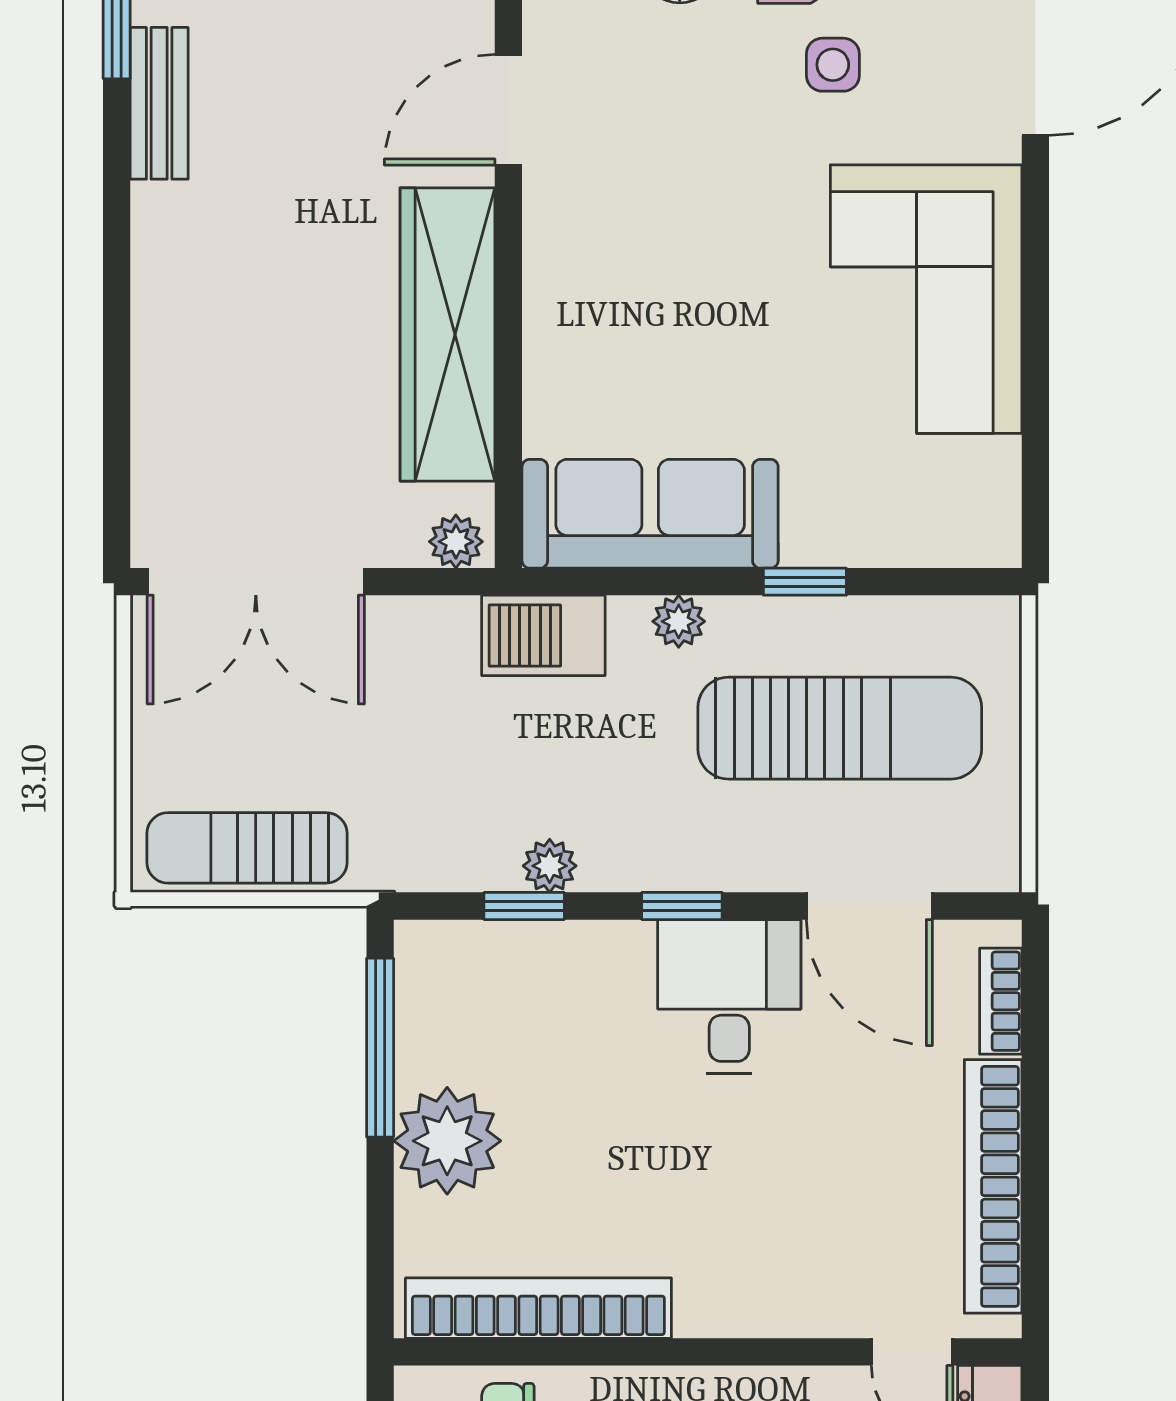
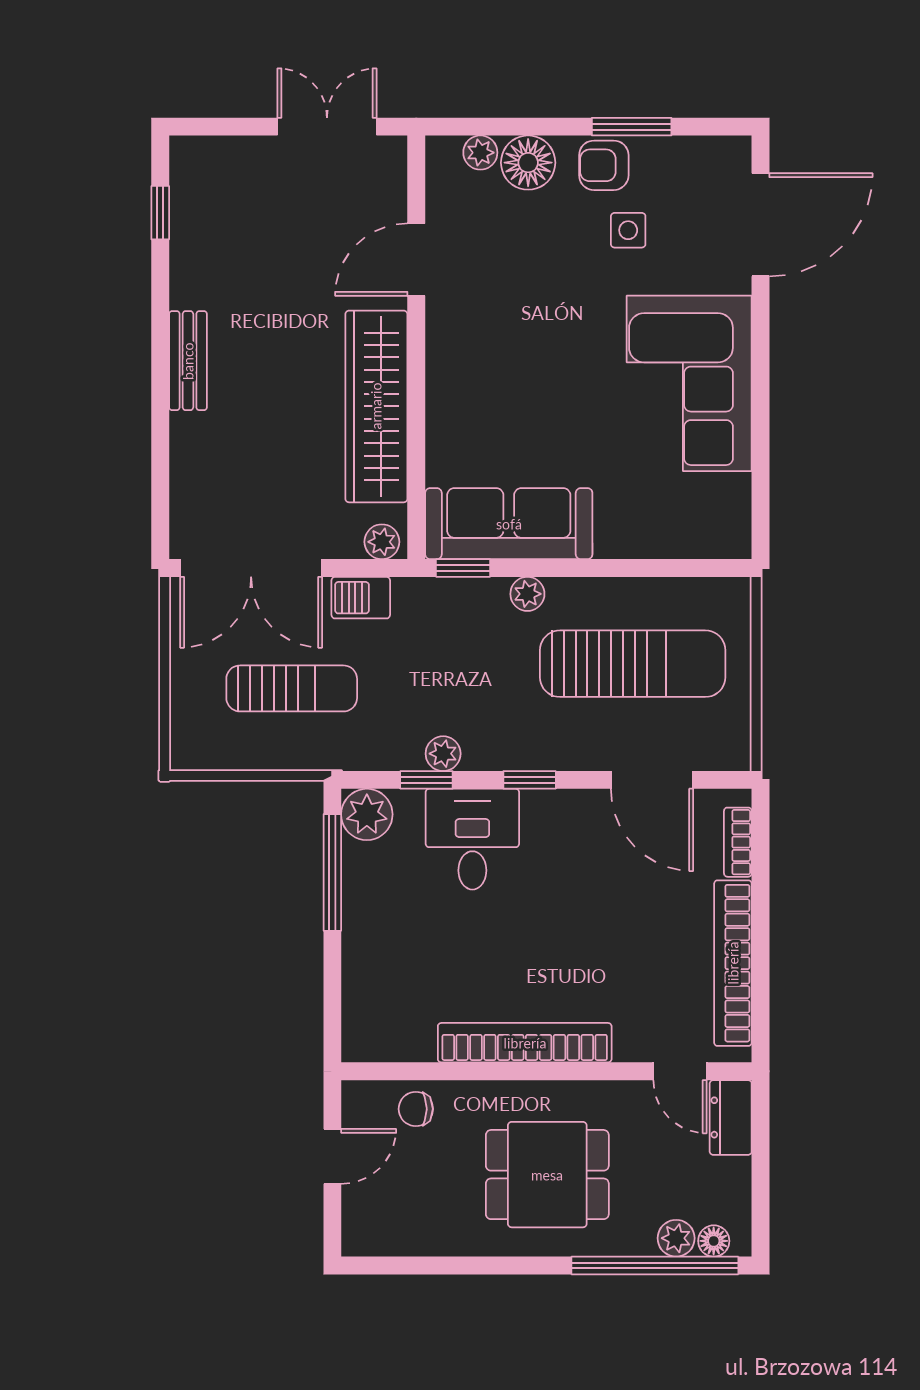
bench: (159, 103) -> (188, 361), moved
window: (805, 582) -> (463, 568), moved
barbecue: (543, 635) -> (361, 598), moved, width x0.73, depth x0.79
sun lounger: (247, 848) -> (292, 688), moved, turned 180
desk: (729, 997) -> (472, 839), moved
plant: (447, 1141) -> (367, 814), moved, width x0.73, depth x0.73
bookcase: (538, 1308) -> (525, 1043), moved

